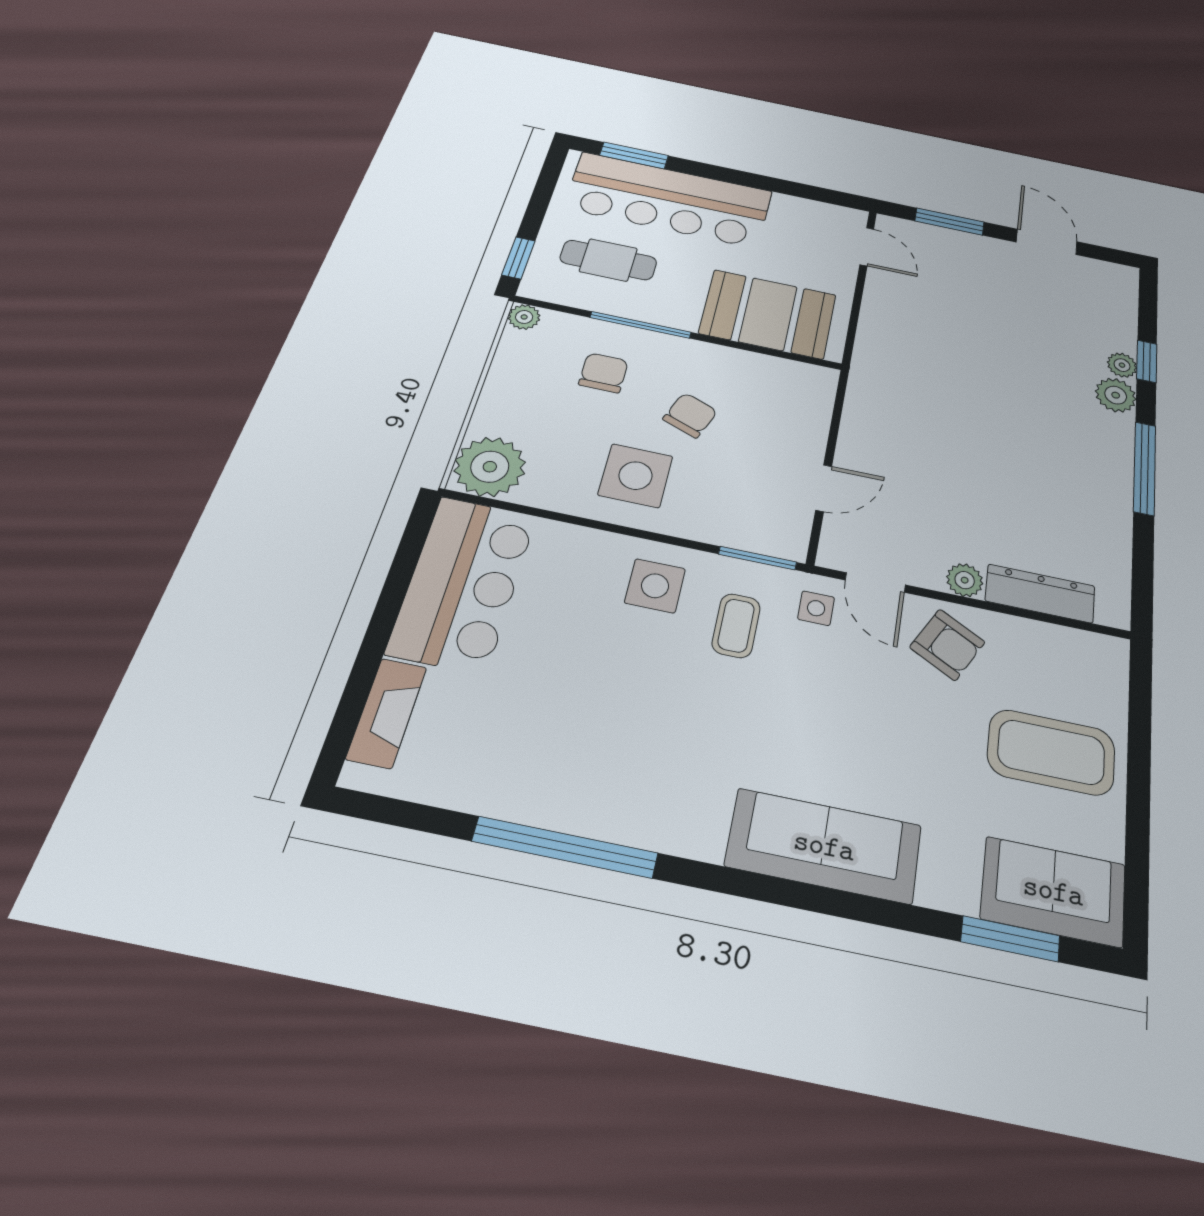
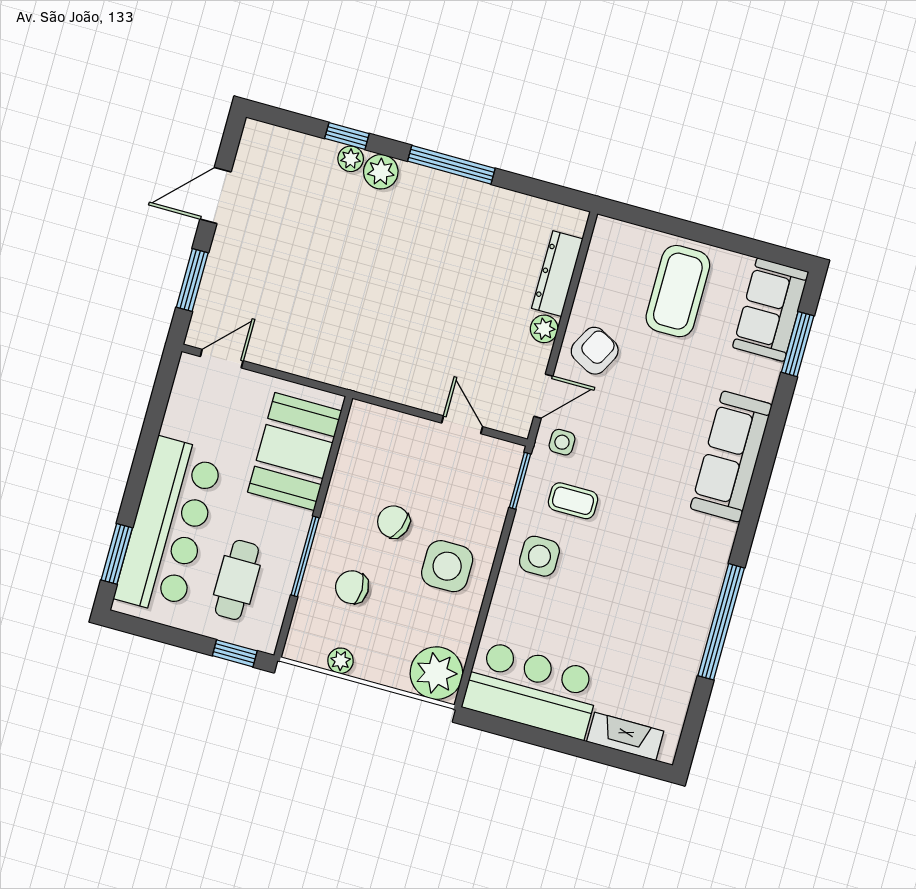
plant: (524, 317) -> (341, 661), moved

